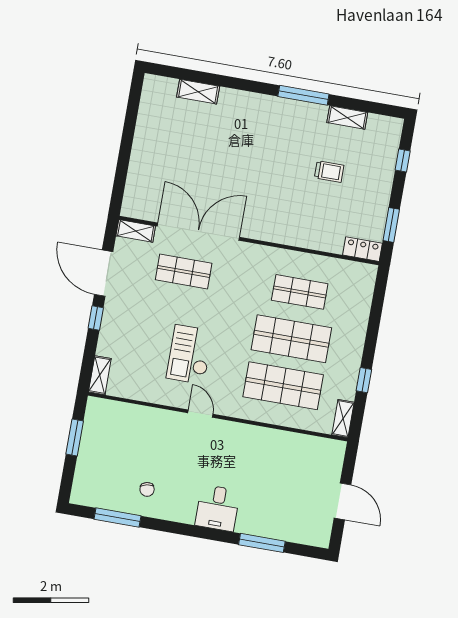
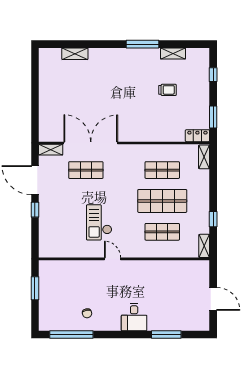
shelving: (100, 375) -> (204, 157), moved
shop shelf: (283, 386) -> (162, 232), width x0.70, depth x0.74
window: (117, 517) -> (71, 335), width x1.46

